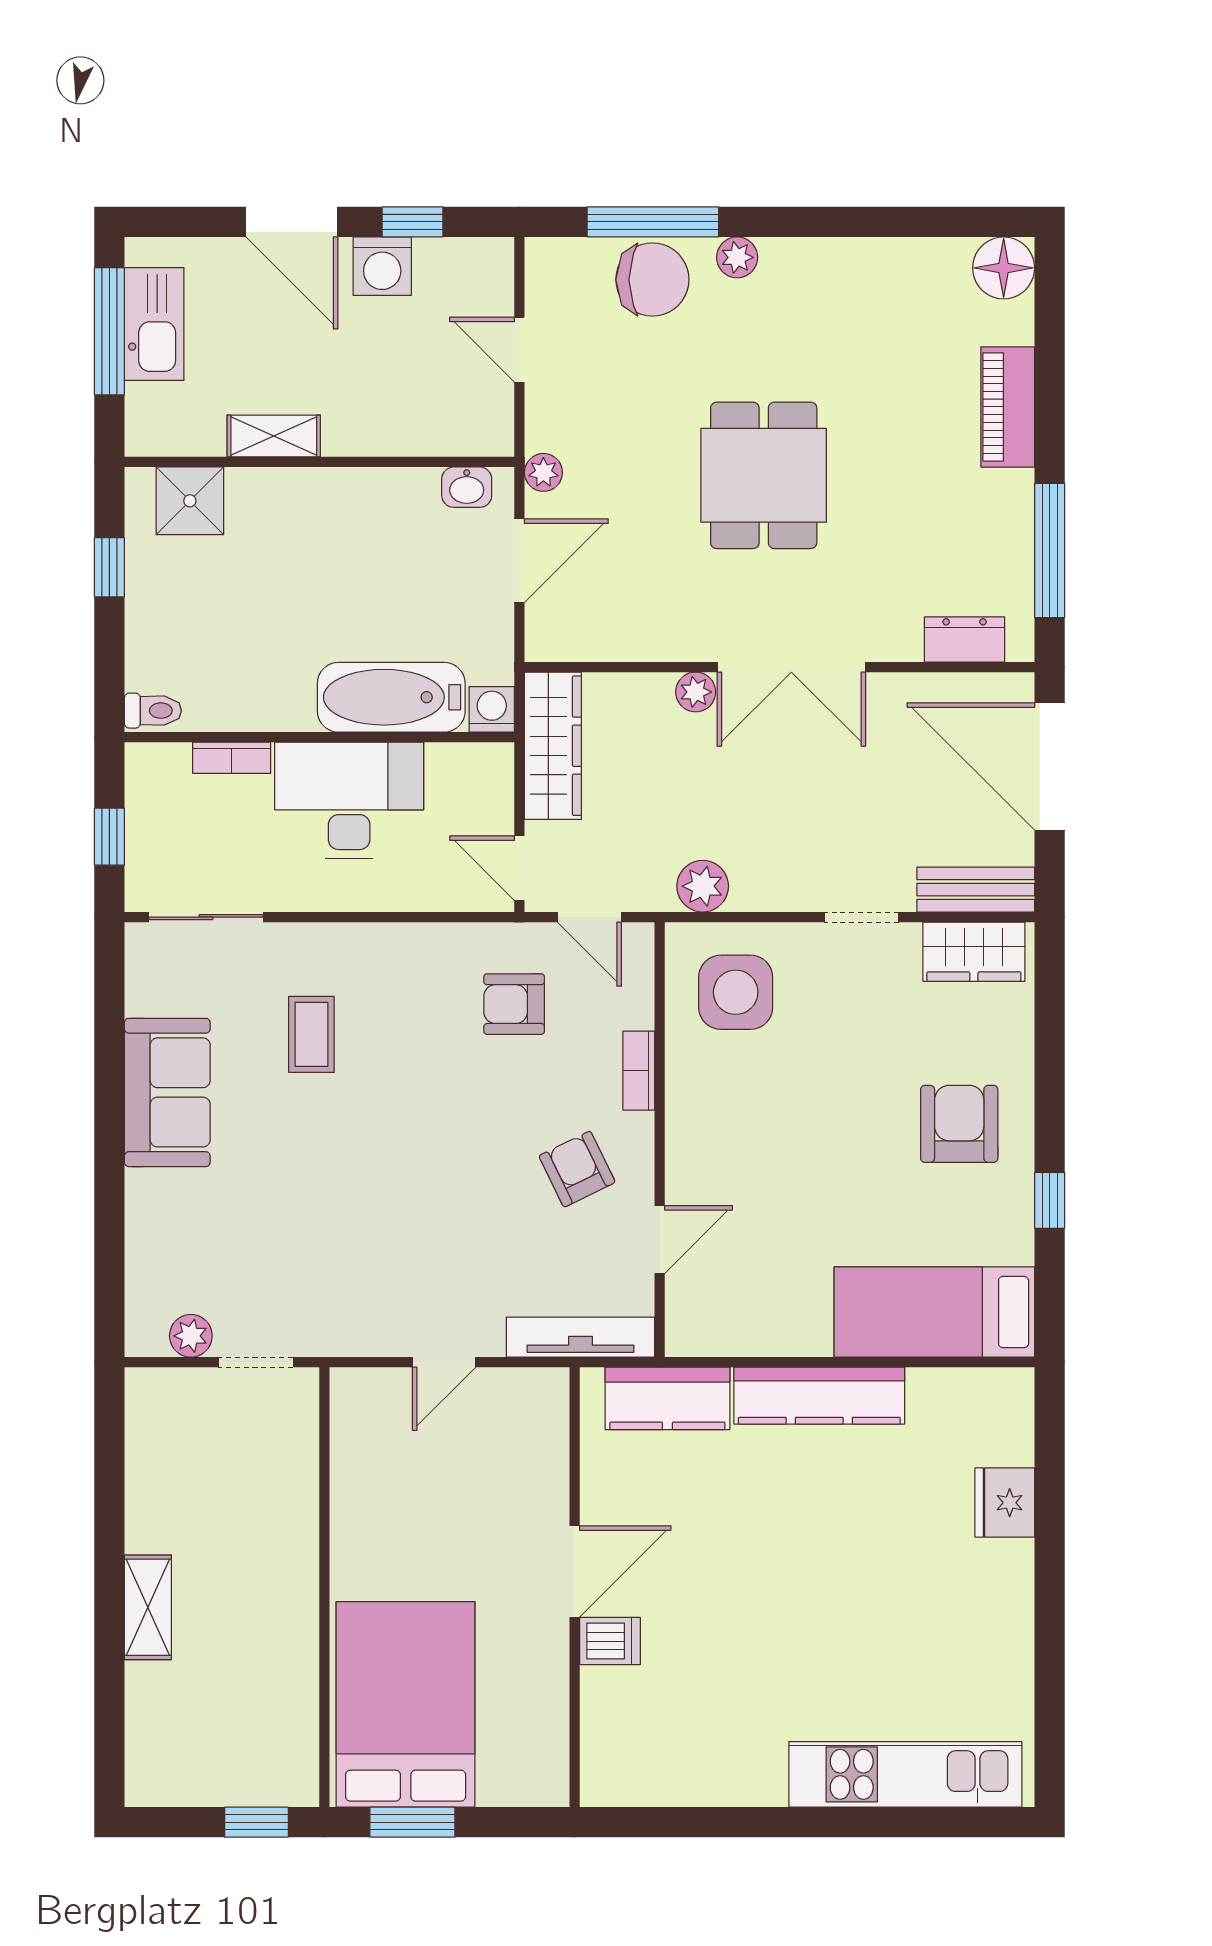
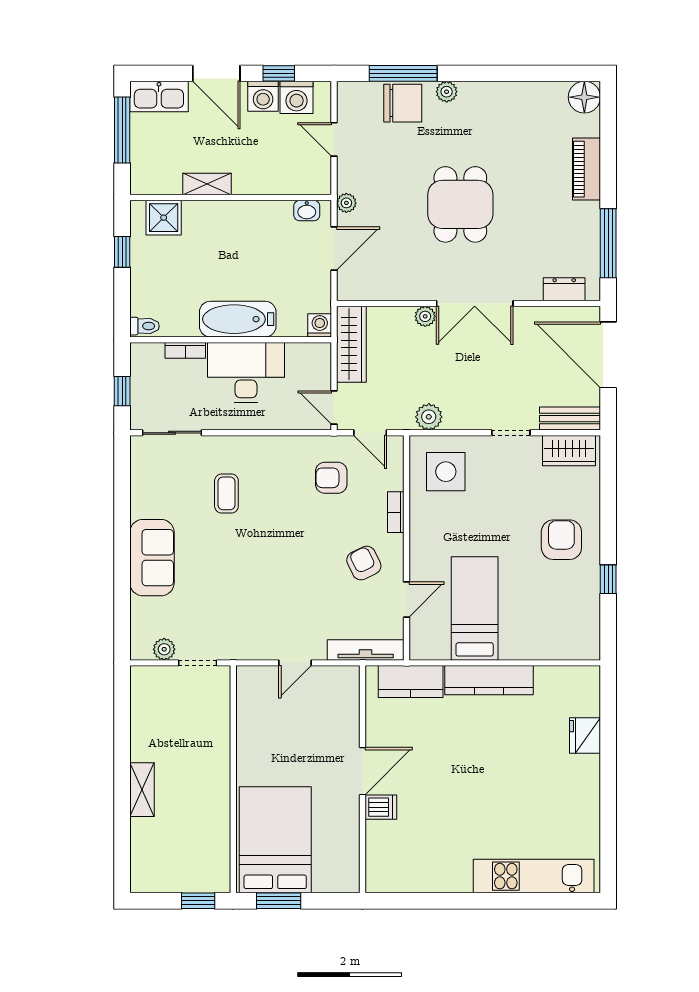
washing machine: (447, 268) -> (297, 97), added
kitchen sink: (154, 324) -> (159, 97), moved, turned 90
bathtub: (391, 697) -> (238, 319), moved
sofa: (167, 1092) -> (152, 558), moved
bed: (934, 1312) -> (475, 608), moved, turned 90

